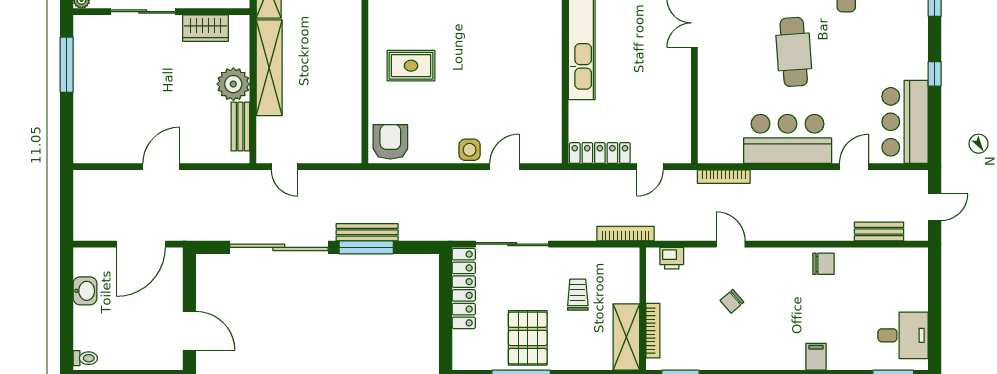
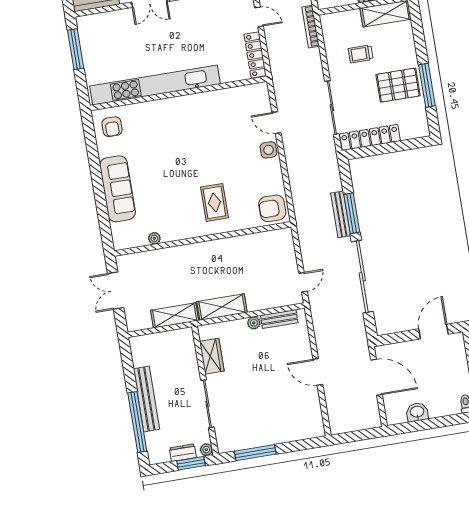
shelving: (269, 68) -> (222, 307), width x0.68
plant: (233, 84) -> (254, 323), width x0.53, depth x0.53

